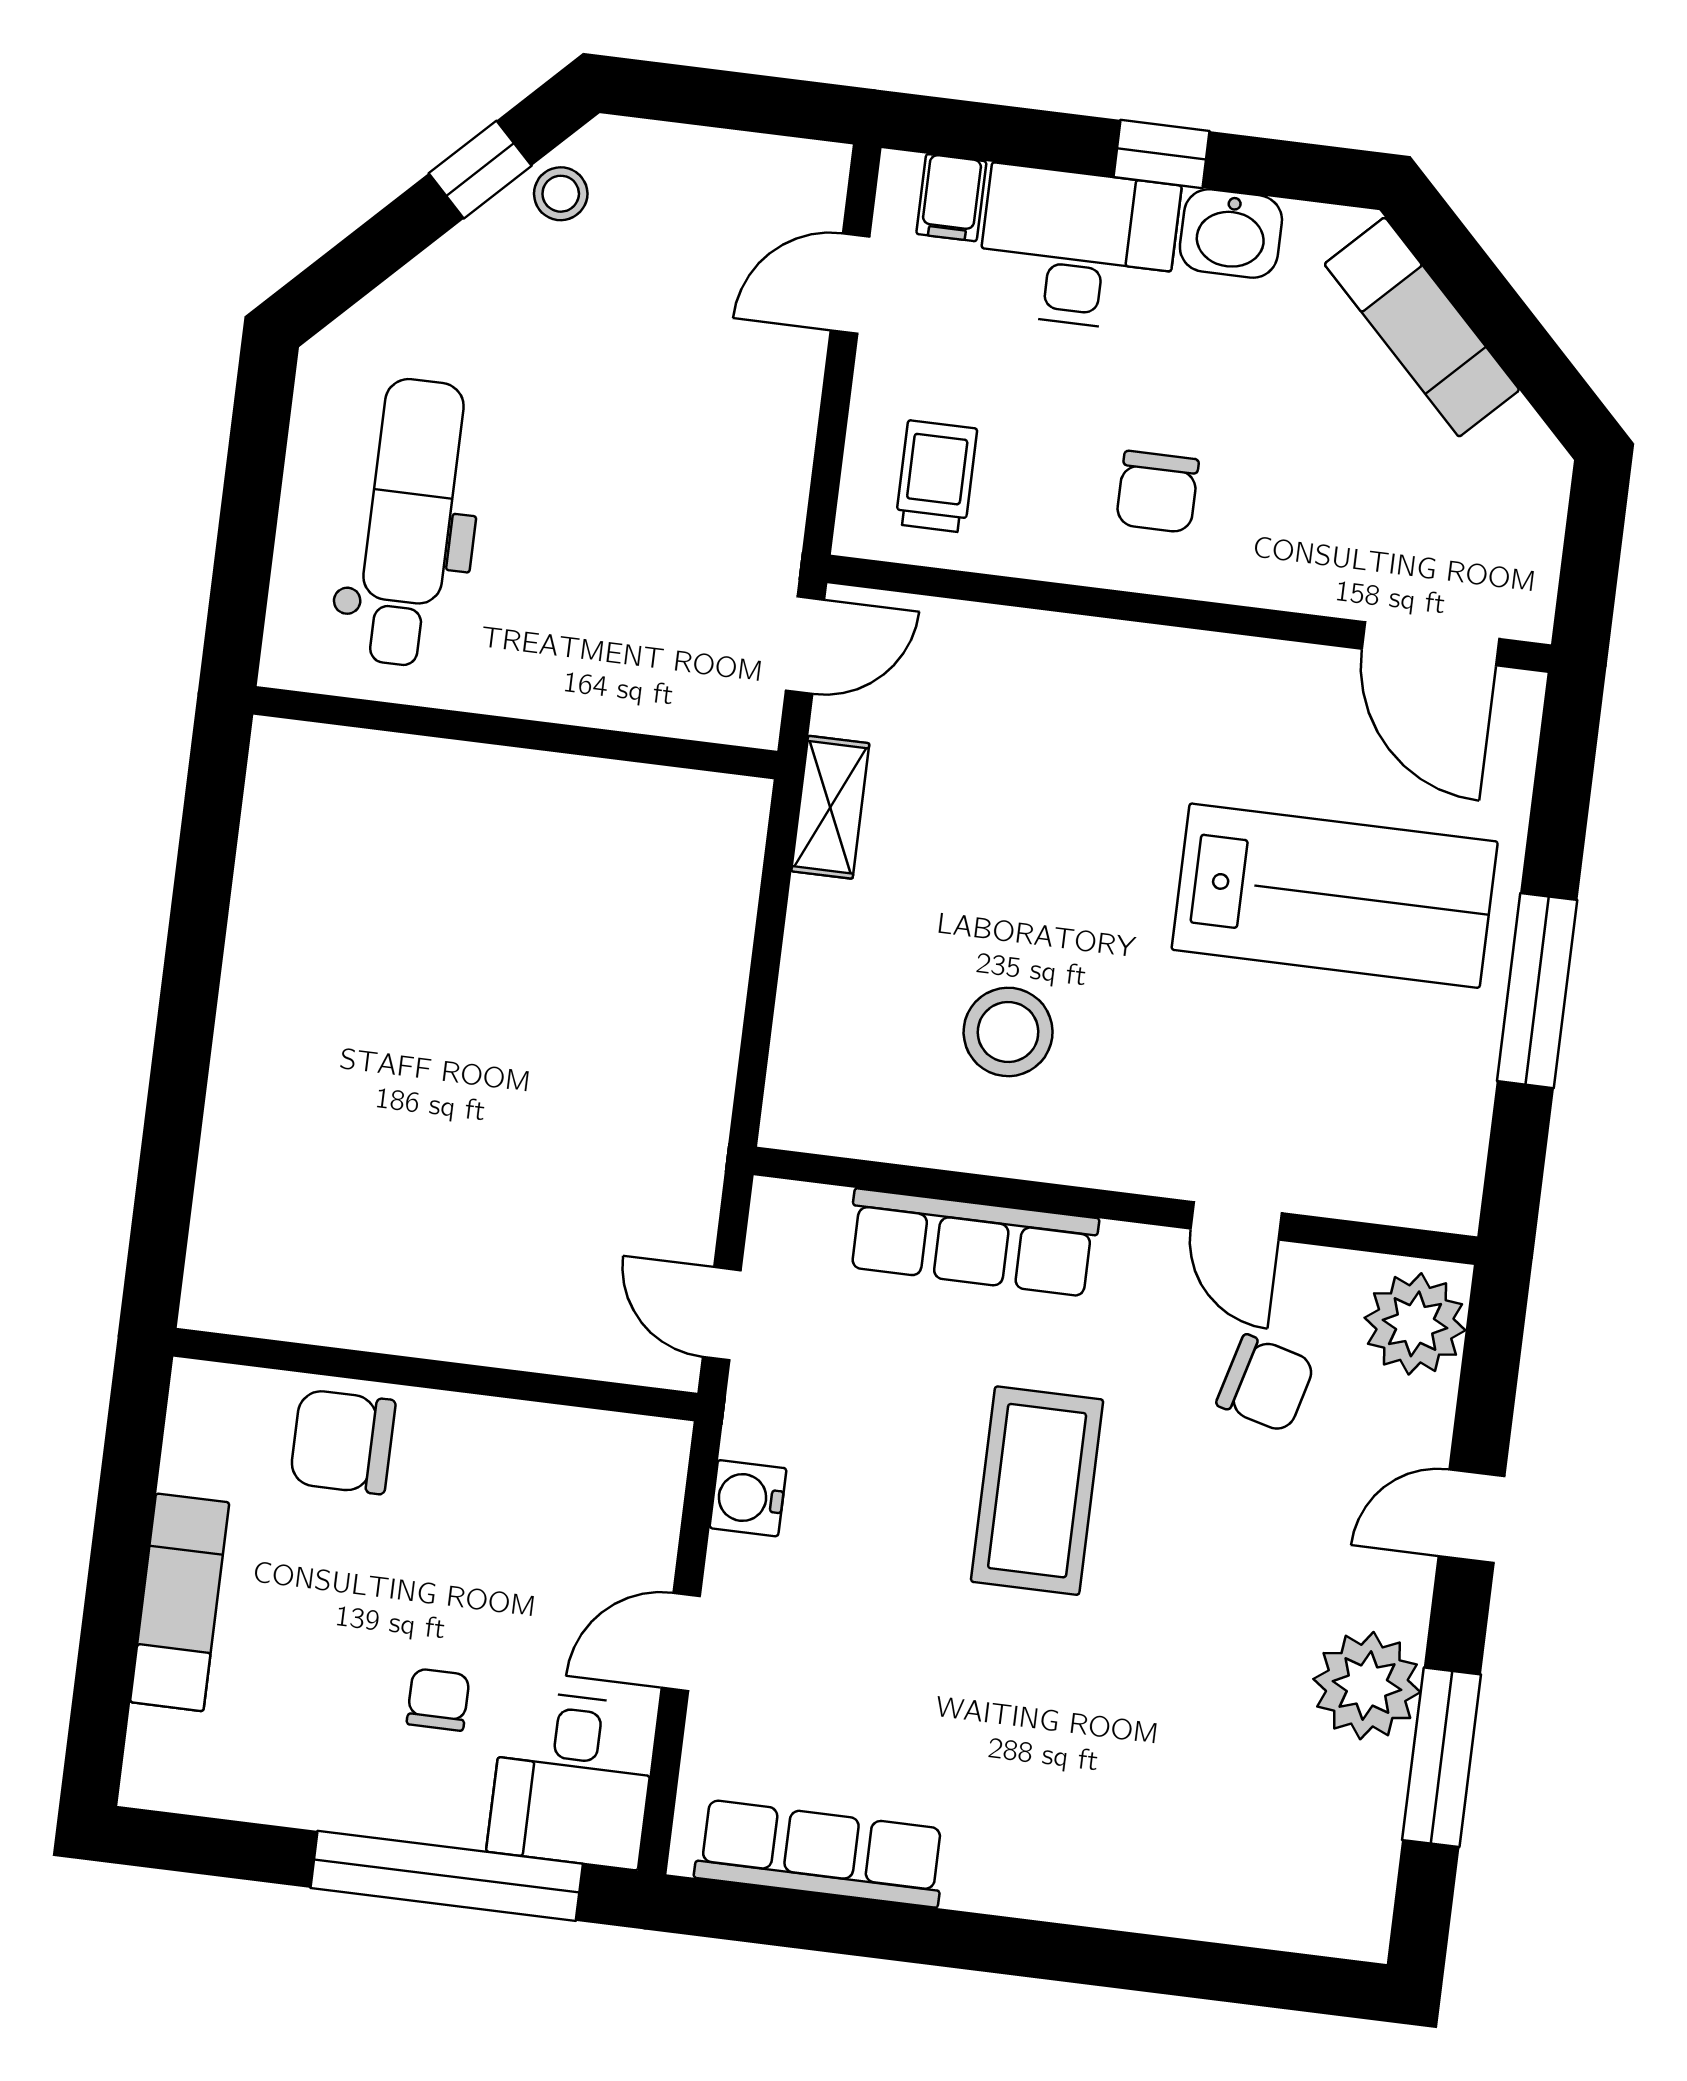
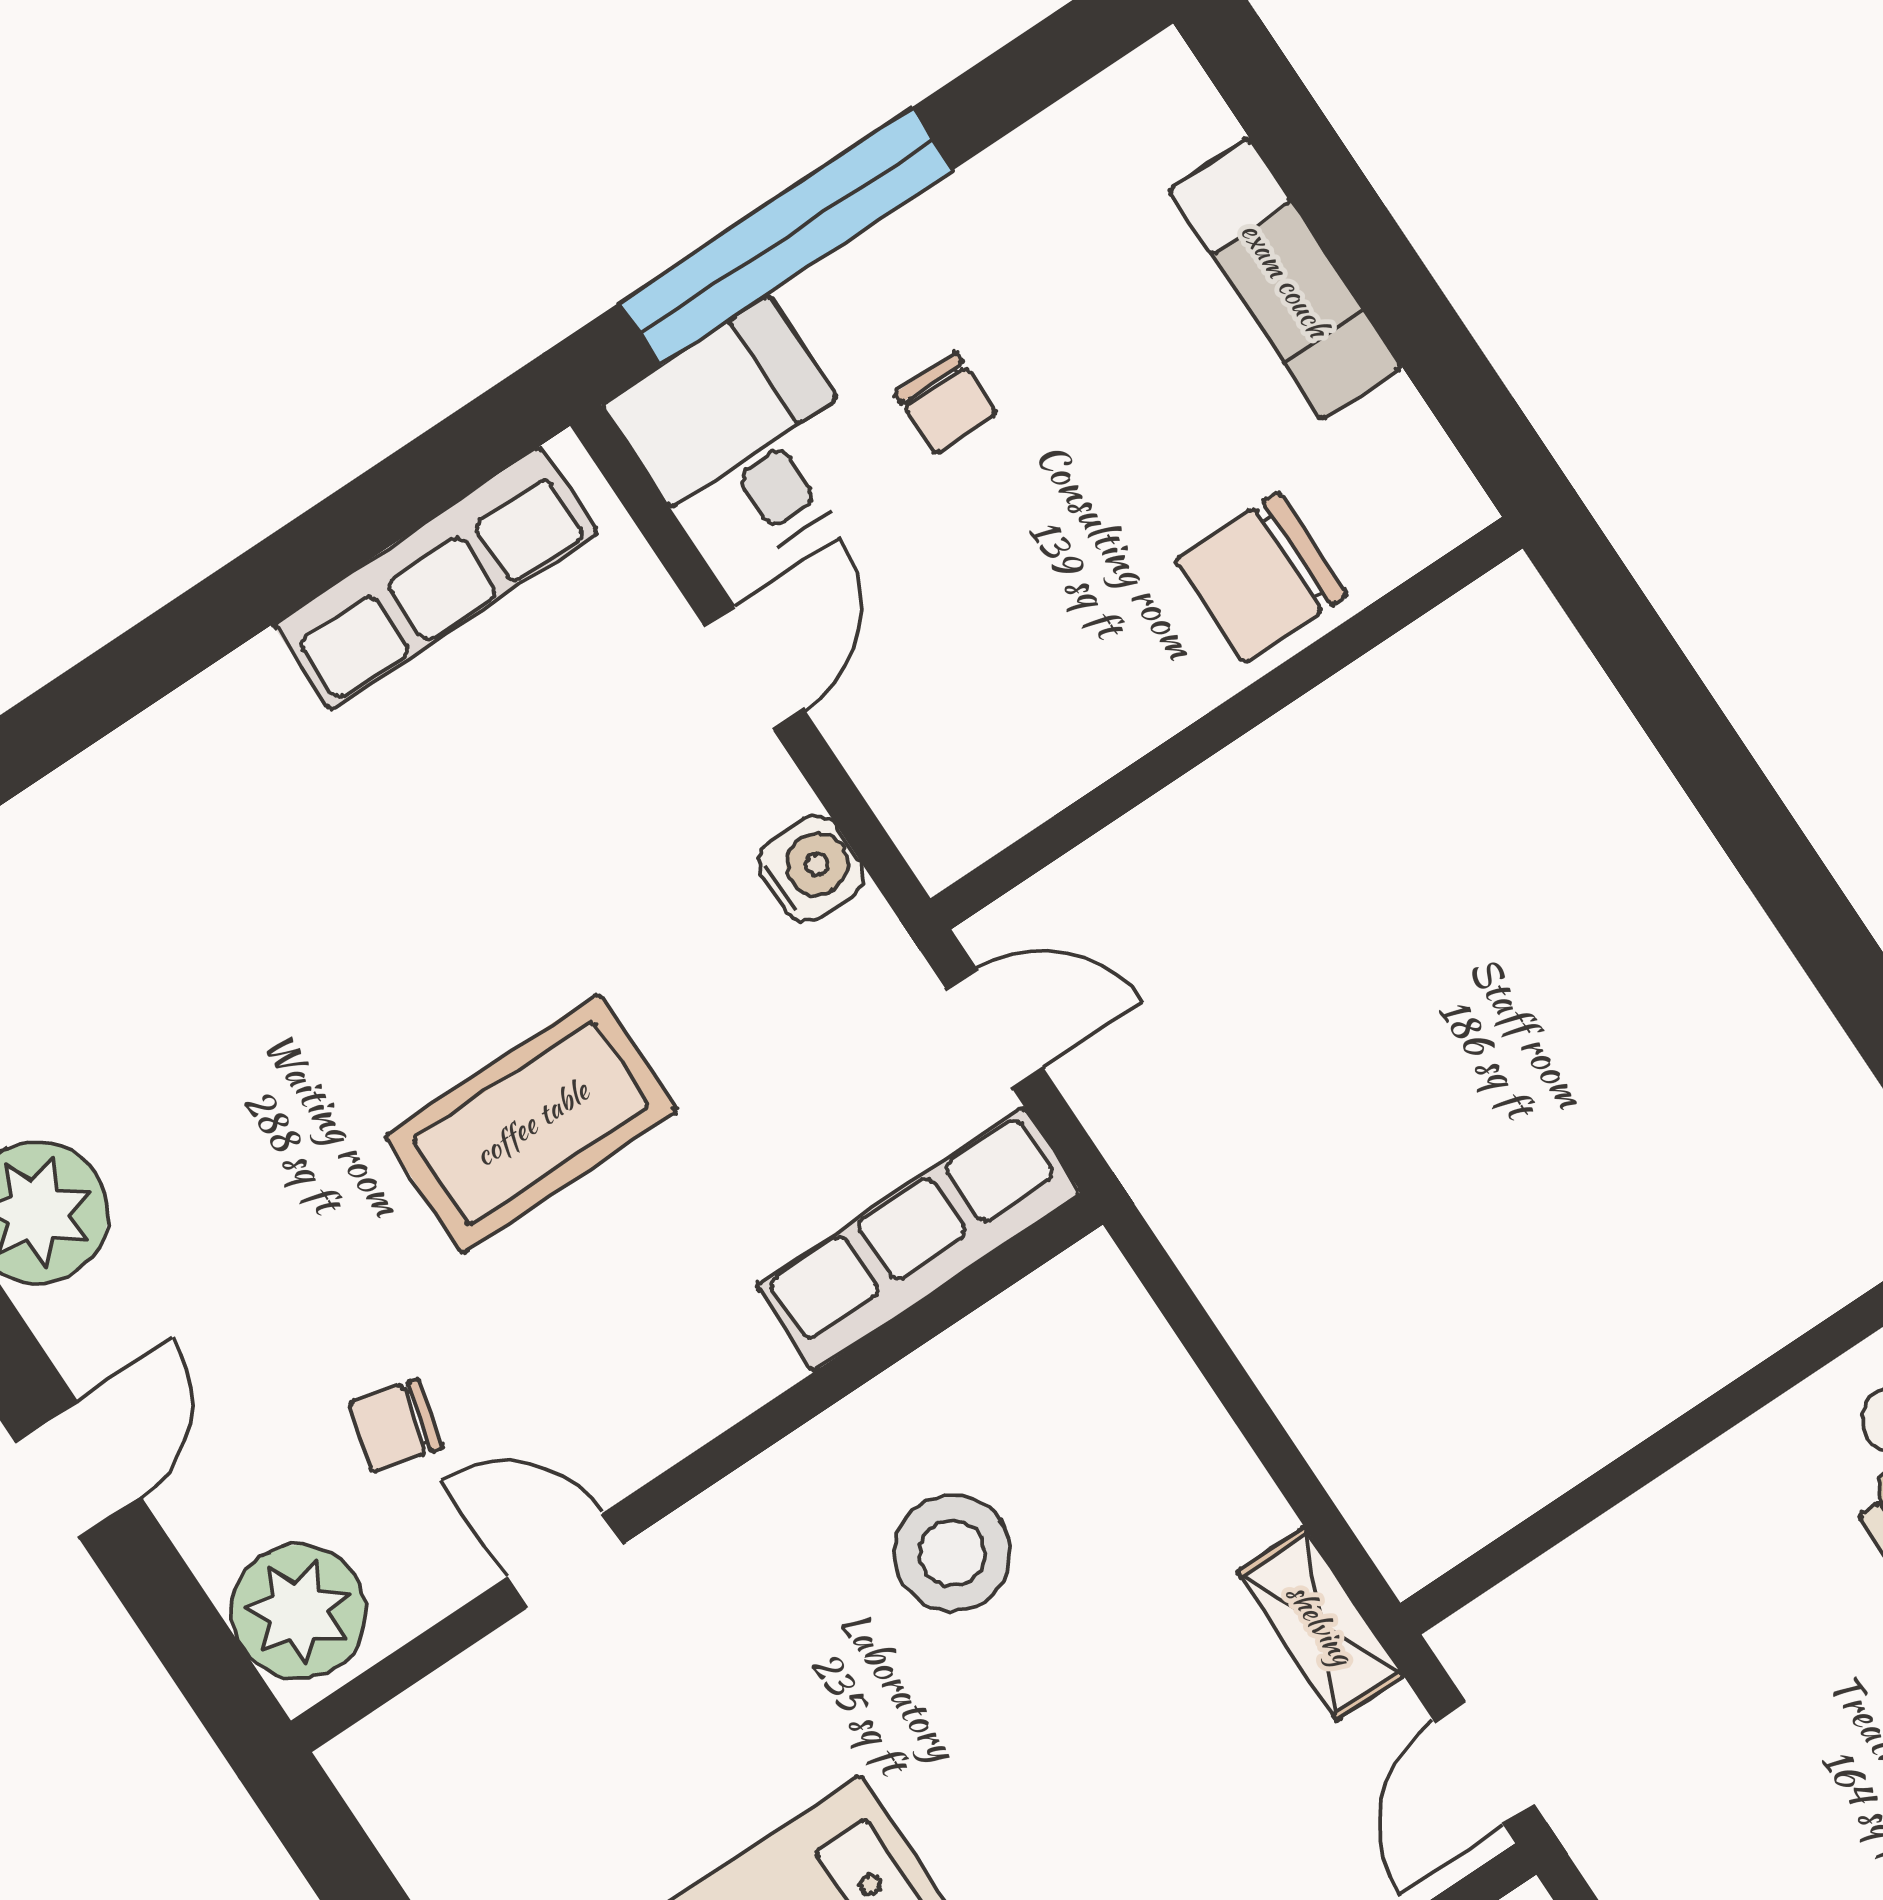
row of seats: (972, 1243) -> (919, 1239), moved
chair: (1266, 1384) -> (396, 1425), width x0.73, depth x0.73
chair: (343, 1442) -> (1261, 577), turned 180
coffee table: (1037, 1491) -> (531, 1123), turned 90

